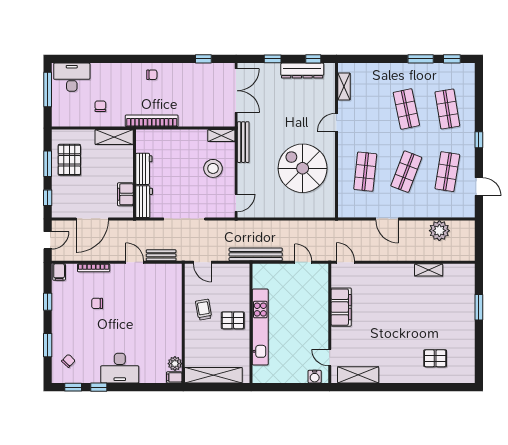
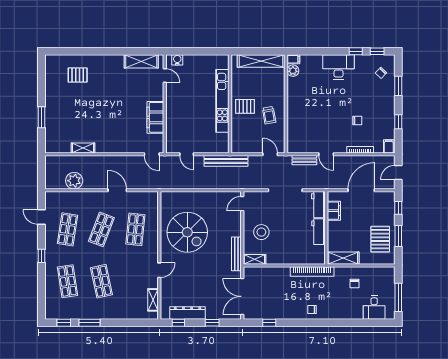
desk: (72, 77) -> (374, 308), width x0.73

